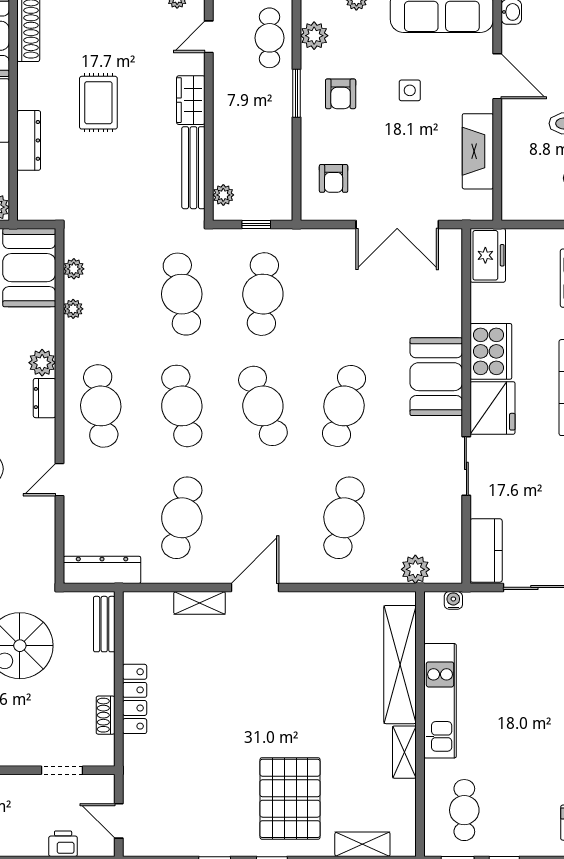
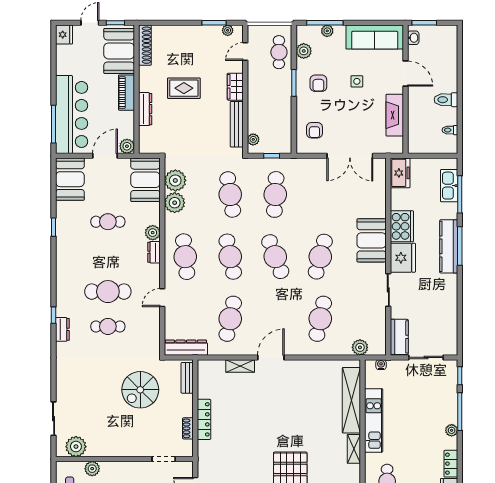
rug: (98, 103) -> (184, 88), turned 90
plant: (74, 269) -> (175, 180), width x1.88, depth x1.88
plant: (73, 309) -> (175, 203), width x1.88, depth x1.88

